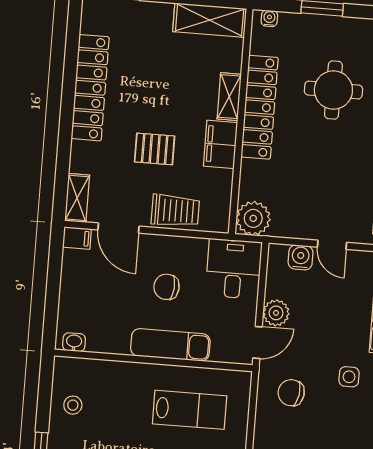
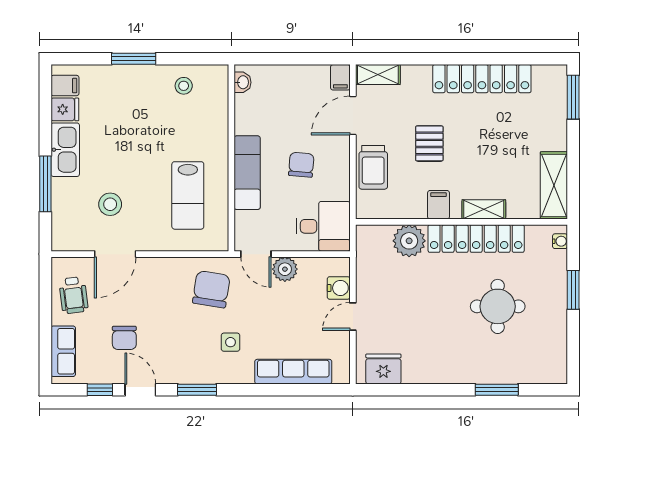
filing cabinet: (220, 144) -> (438, 205), width x0.50
plant: (253, 218) -> (409, 241), moved
chair: (291, 393) -> (211, 289), width x1.37, depth x1.37

